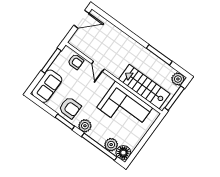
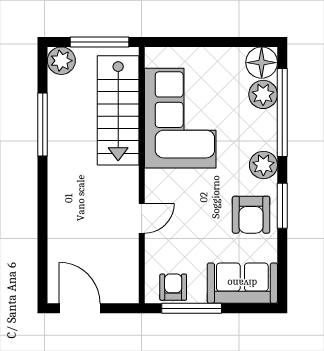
armchair: (76, 62) -> (173, 287), moved
armchair: (70, 108) -> (251, 215), turned 180

